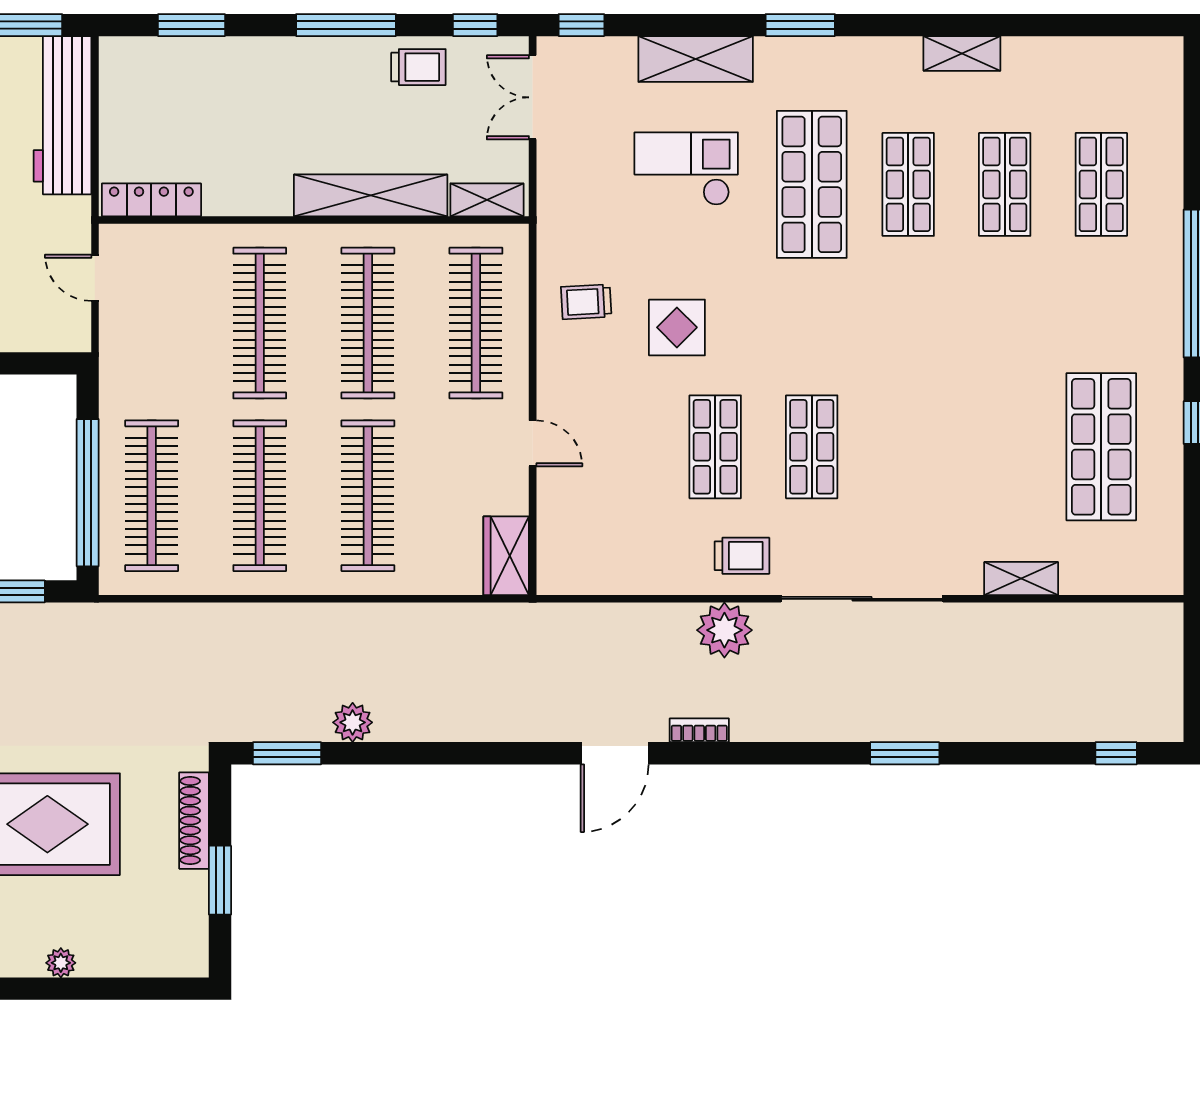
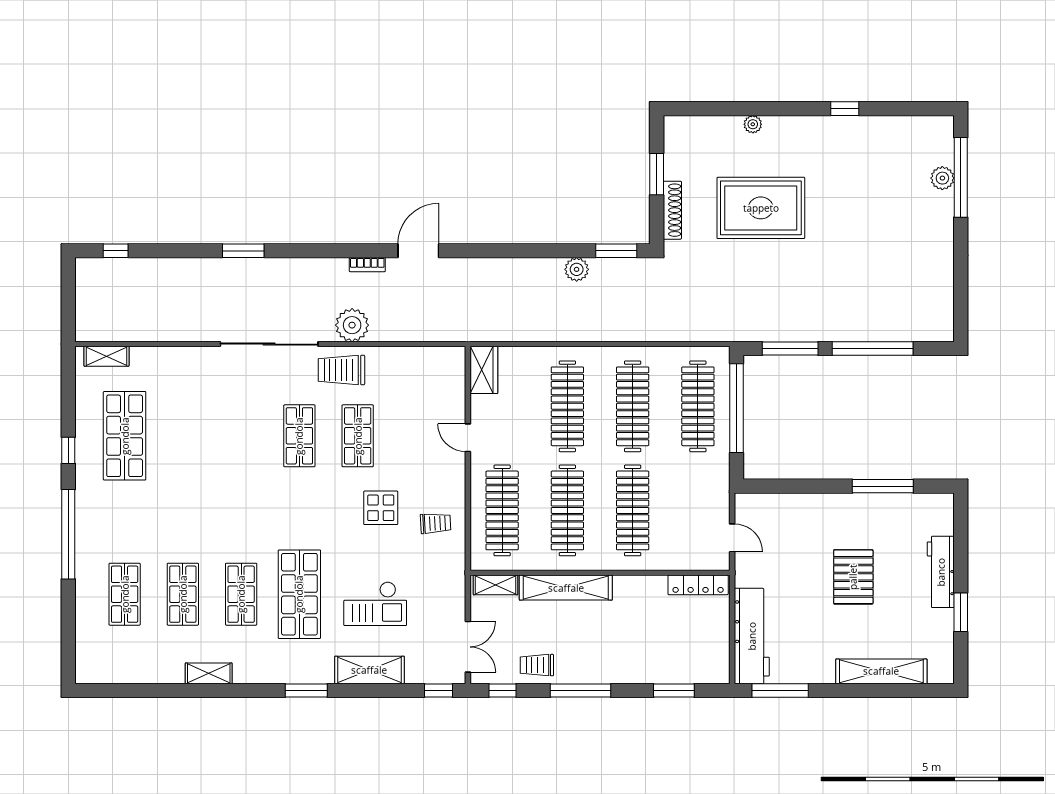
trolley: (742, 556) -> (341, 370), width x1.36, depth x1.39
shelving: (1021, 579) -> (107, 356), moved

